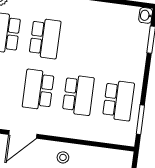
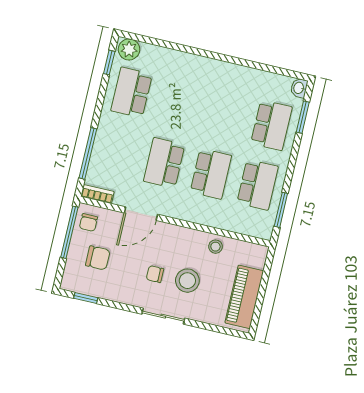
school desk: (45, 38) -> (271, 125), moved
stool: (63, 157) -> (215, 247), moved

